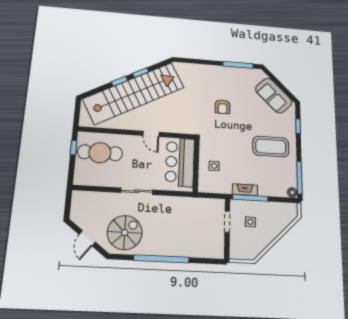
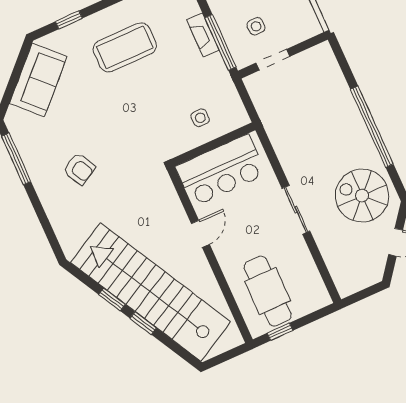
armchair: (223, 107) -> (79, 169), moved, turned 61
coffee table: (271, 147) -> (125, 47), turned 90
fireplace: (245, 190) -> (203, 35), moved

